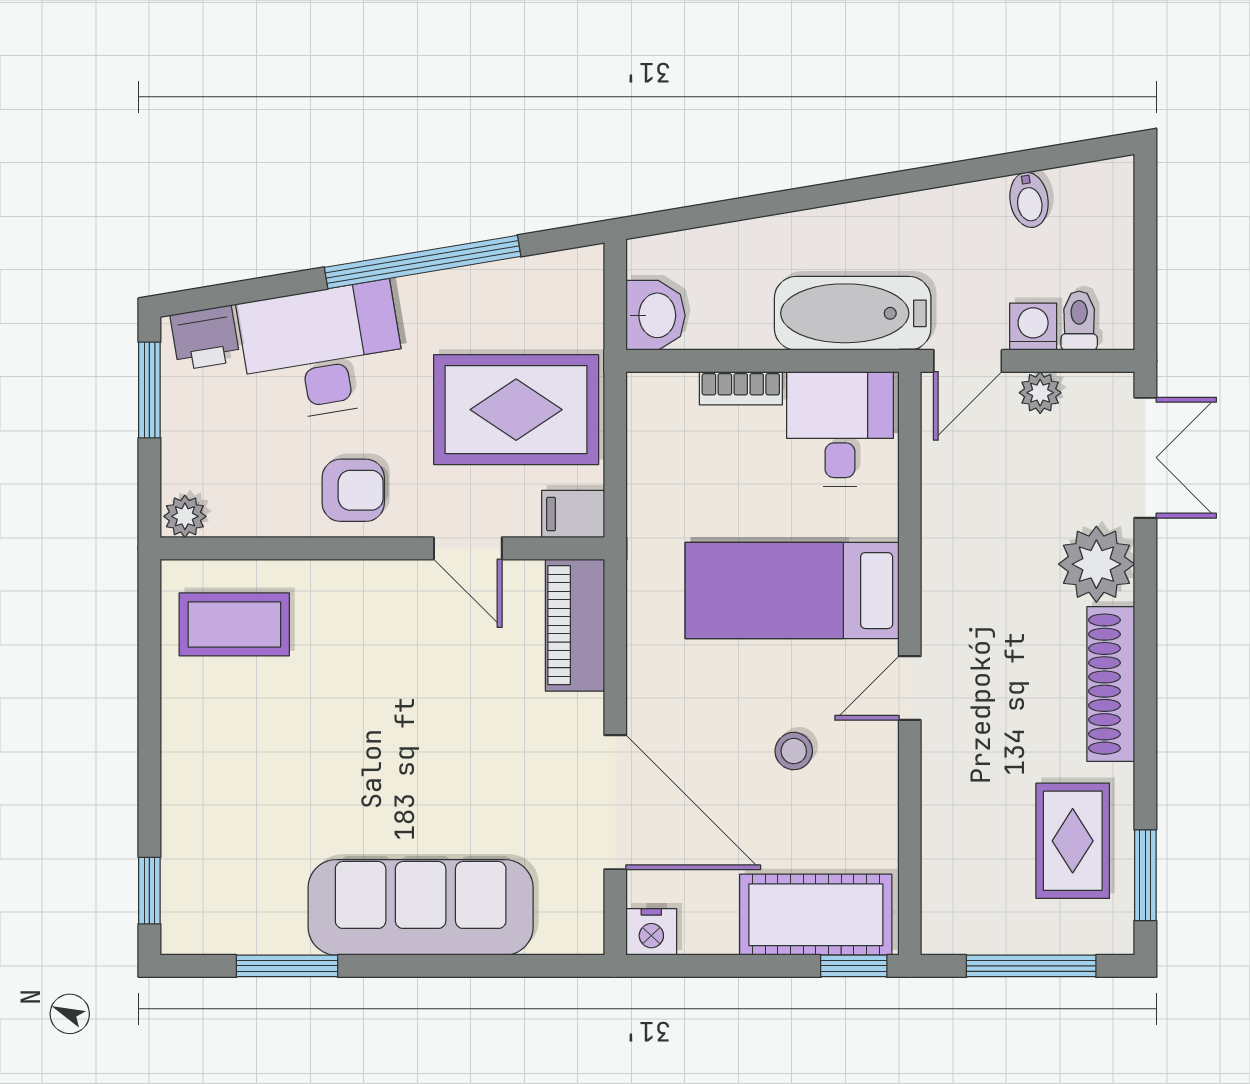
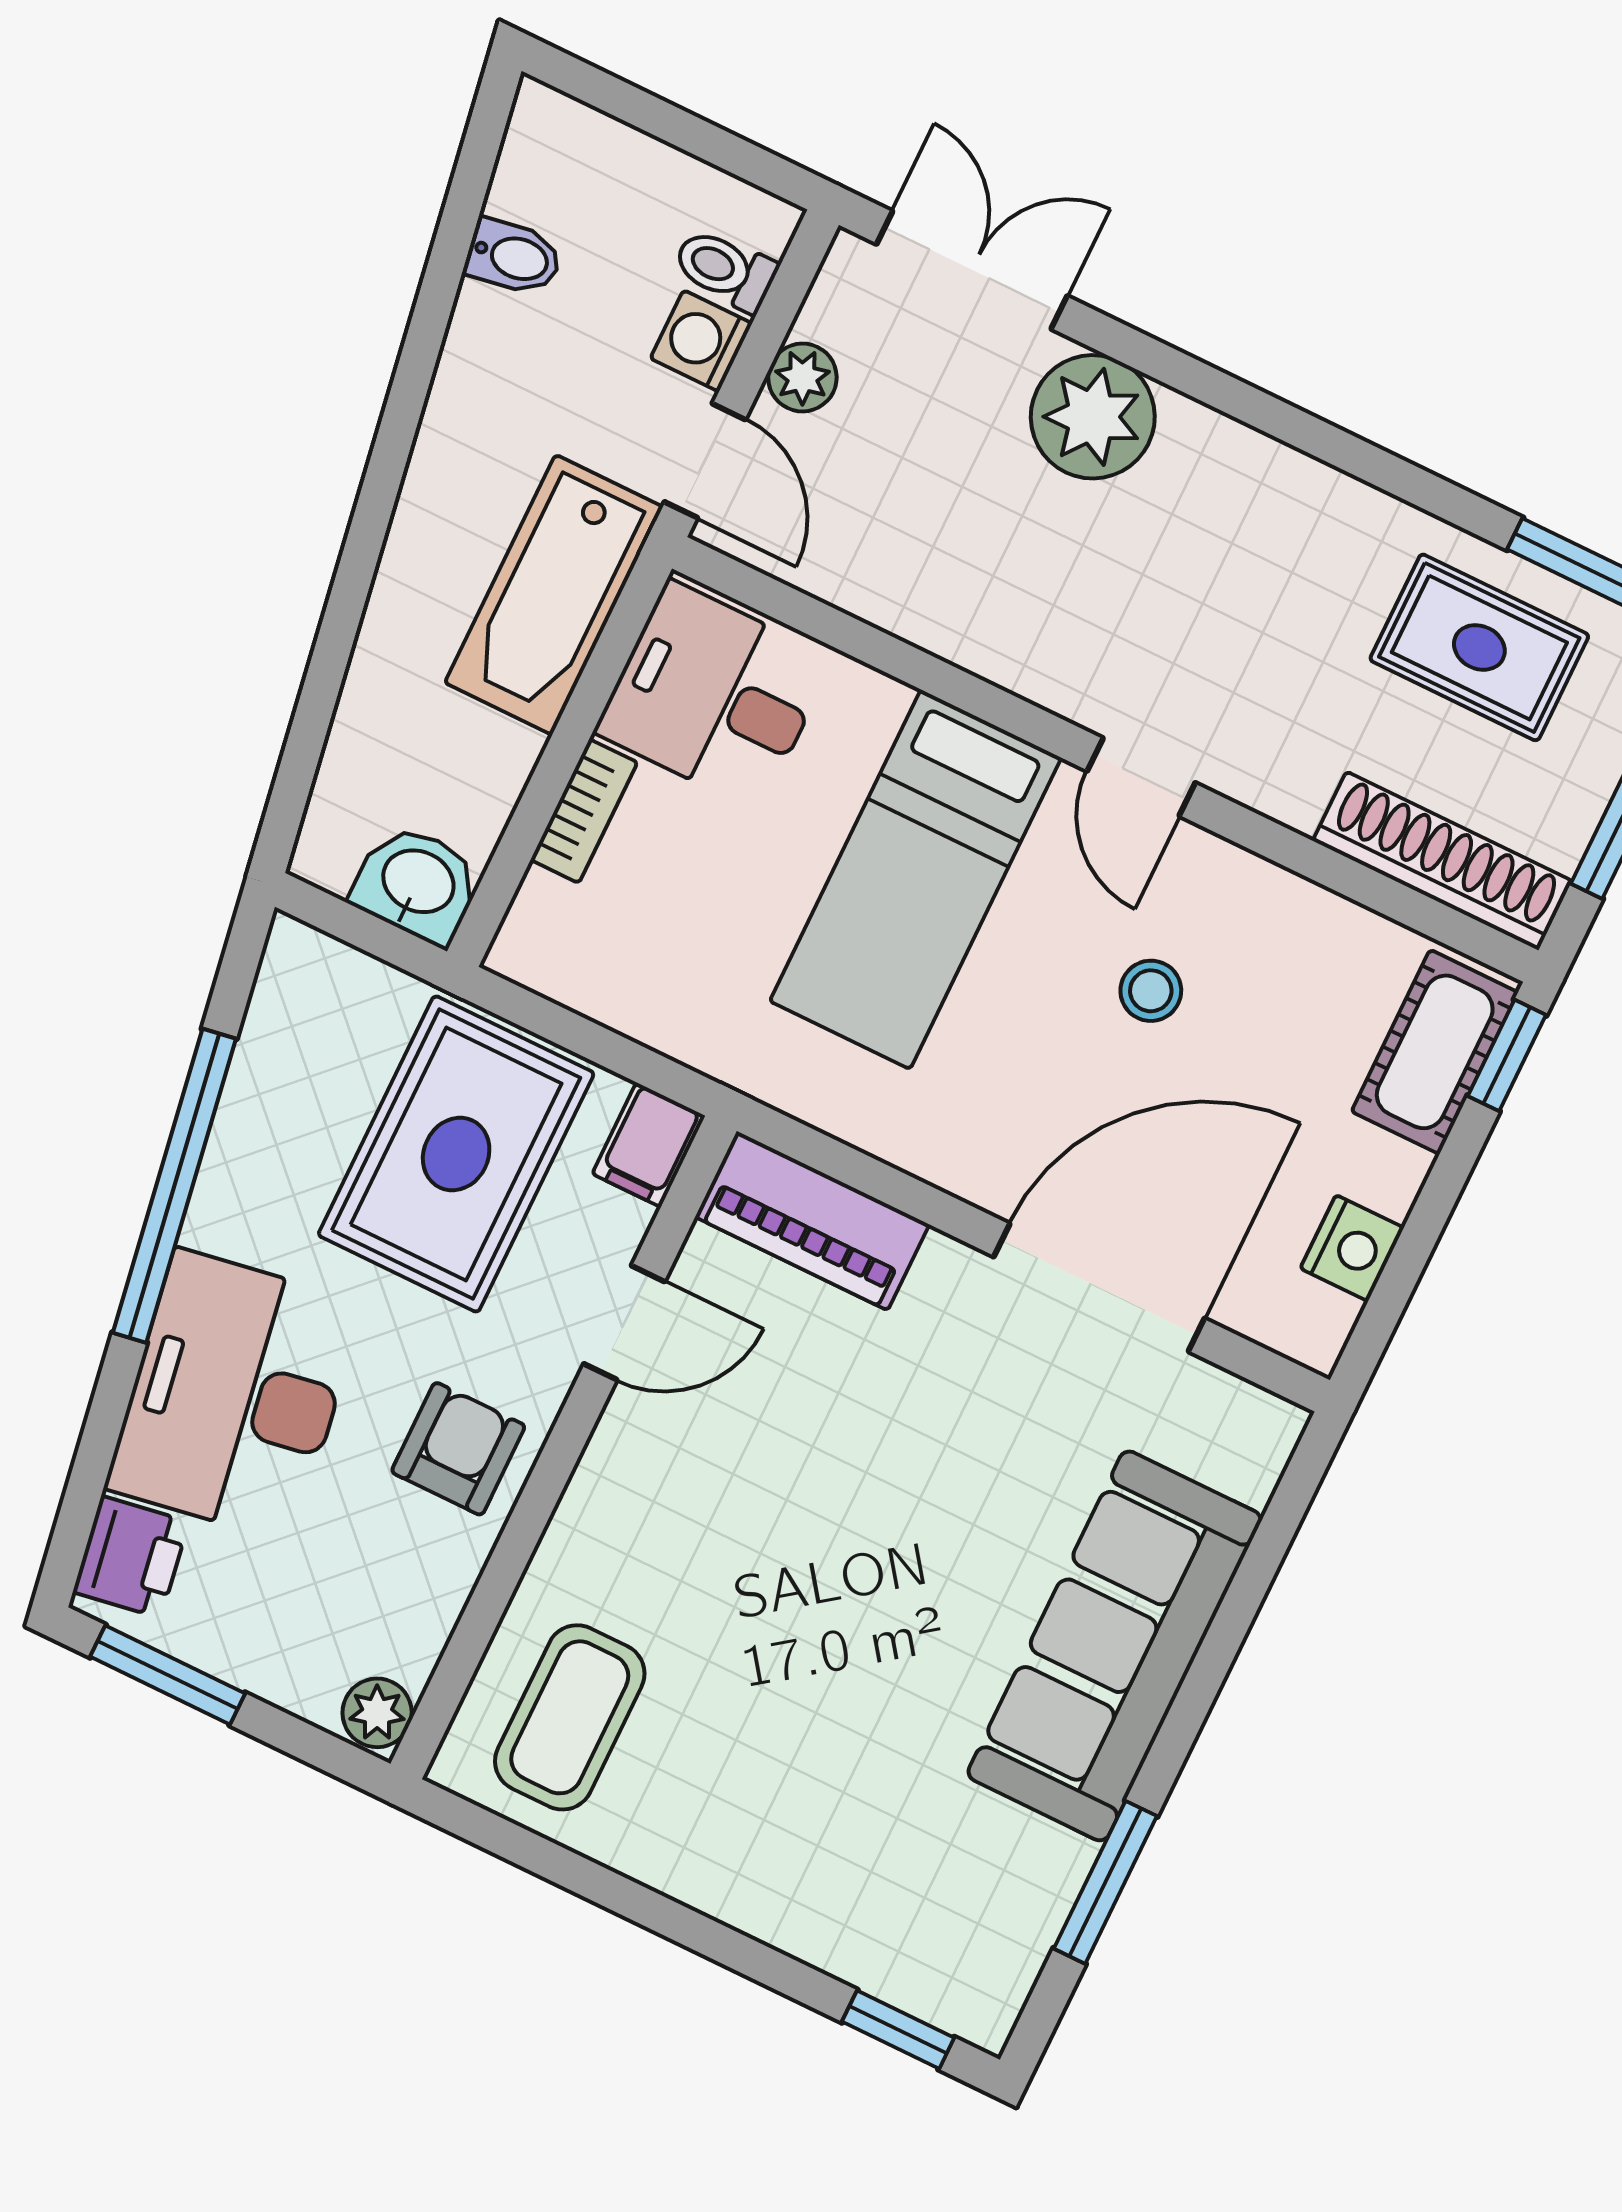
shoe rack: (1111, 684) -> (1442, 861), moved, turned 180
cot: (816, 915) -> (1435, 1052), width x0.73, depth x0.75
nightstand: (651, 932) -> (1352, 1248), moved

